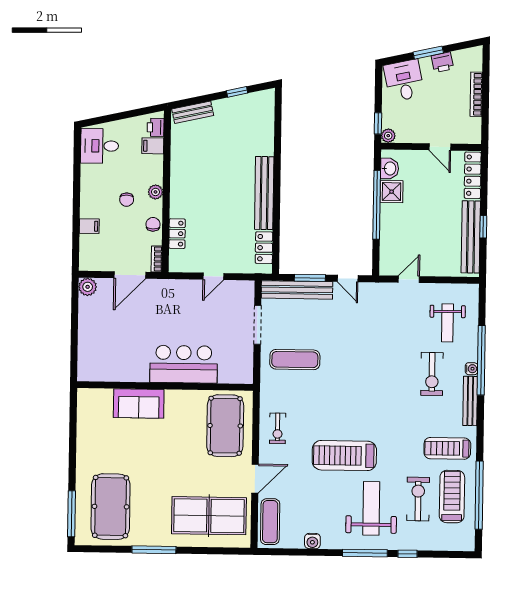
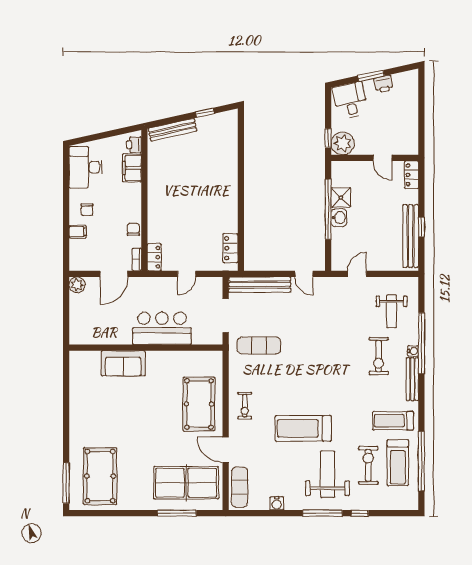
bookcase: (476, 94) -> (413, 111), removed
bench: (193, 112) -> (172, 130), width x1.36
plant: (388, 136) -> (343, 143), width x1.87, depth x1.87
desk: (100, 146) -> (86, 167), width x1.37
filing cabinet: (153, 146) -> (132, 168), width x2.00
washbasin: (390, 168) -> (339, 218), moved
locker: (473, 175) -> (411, 175), width x0.66
plant: (156, 192) -> (135, 201), removed
bench: (264, 193) -> (230, 201), removed
chair: (127, 200) -> (87, 210), moved
locker: (177, 234) -> (154, 257), moved
window: (310, 278) -> (271, 274), removed
bar counter: (184, 364) -> (162, 328), moved
wall: (165, 386) -> (146, 348), moved
sofa: (139, 404) -> (123, 363), moved
door: (255, 479) -> (226, 450), swing flipped
treadmill: (452, 497) -> (398, 463), turned 180
window: (154, 550) -> (177, 513), moved

